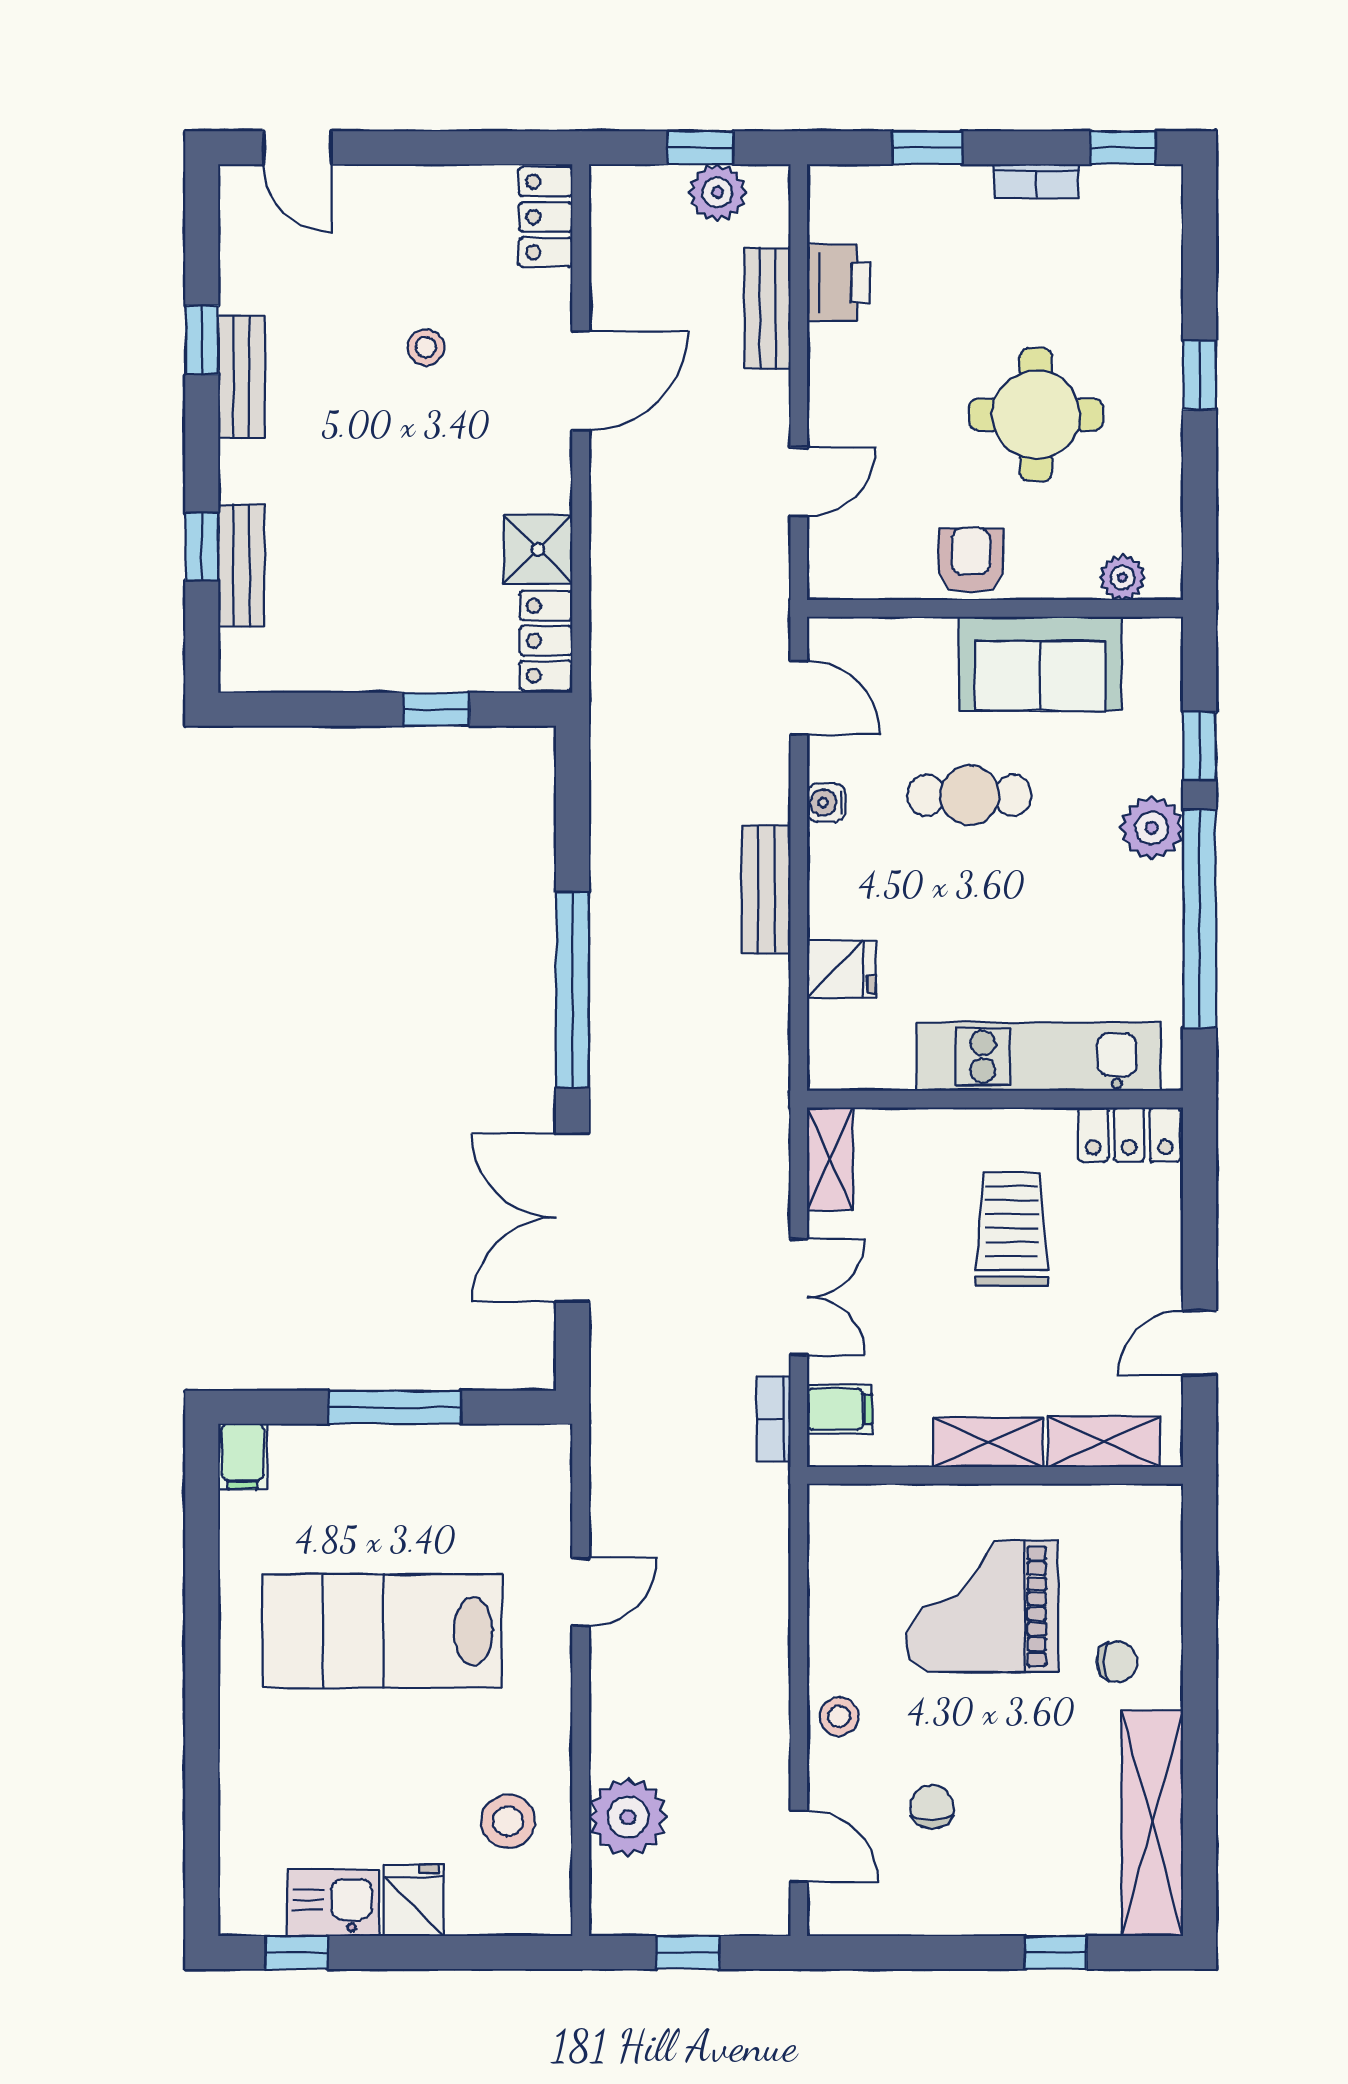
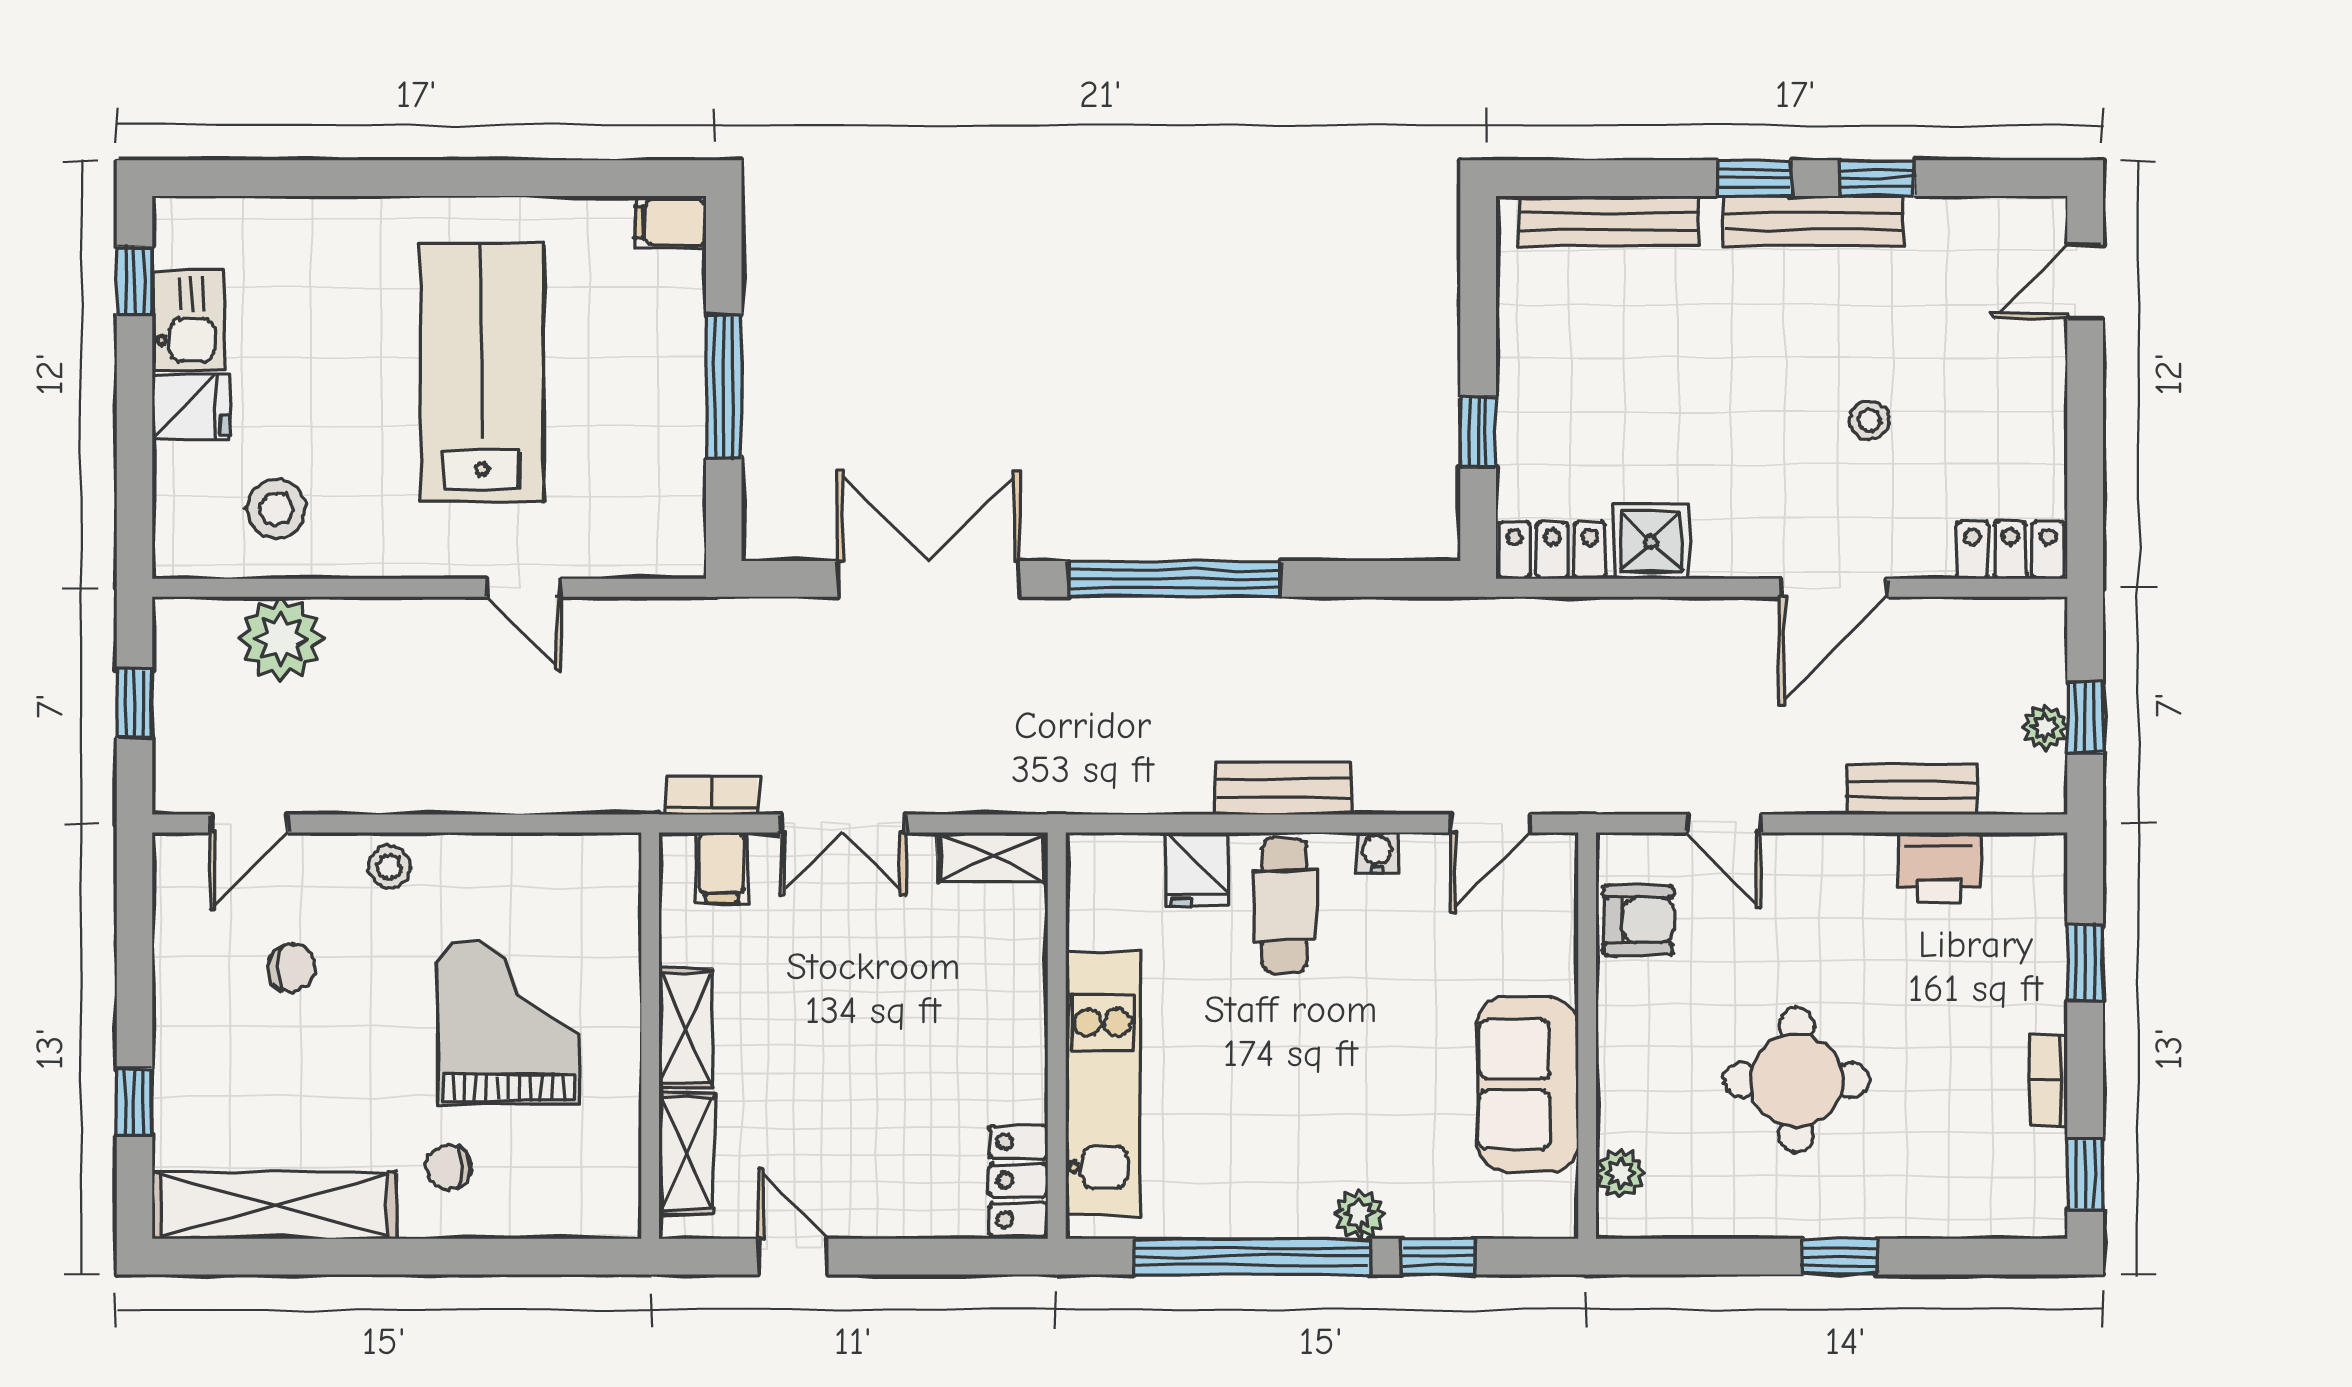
plant: (717, 192) -> (2045, 727), width x0.73, depth x0.73
bench: (241, 377) -> (1813, 221), width x1.36
door: (581, 381) -> (1833, 588), hinge flipped
window: (202, 546) -> (1754, 178), moved
armchair: (971, 560) -> (1638, 920), moved
bench: (241, 566) -> (1609, 221), width x1.36
cafe table: (970, 795) -> (1285, 905), moved
plant: (1152, 828) -> (1359, 1214), width x0.73, depth x0.73
trolley: (1012, 1229) -> (916, 1054), removed
chair: (1117, 1662) -> (449, 1167), turned 90

